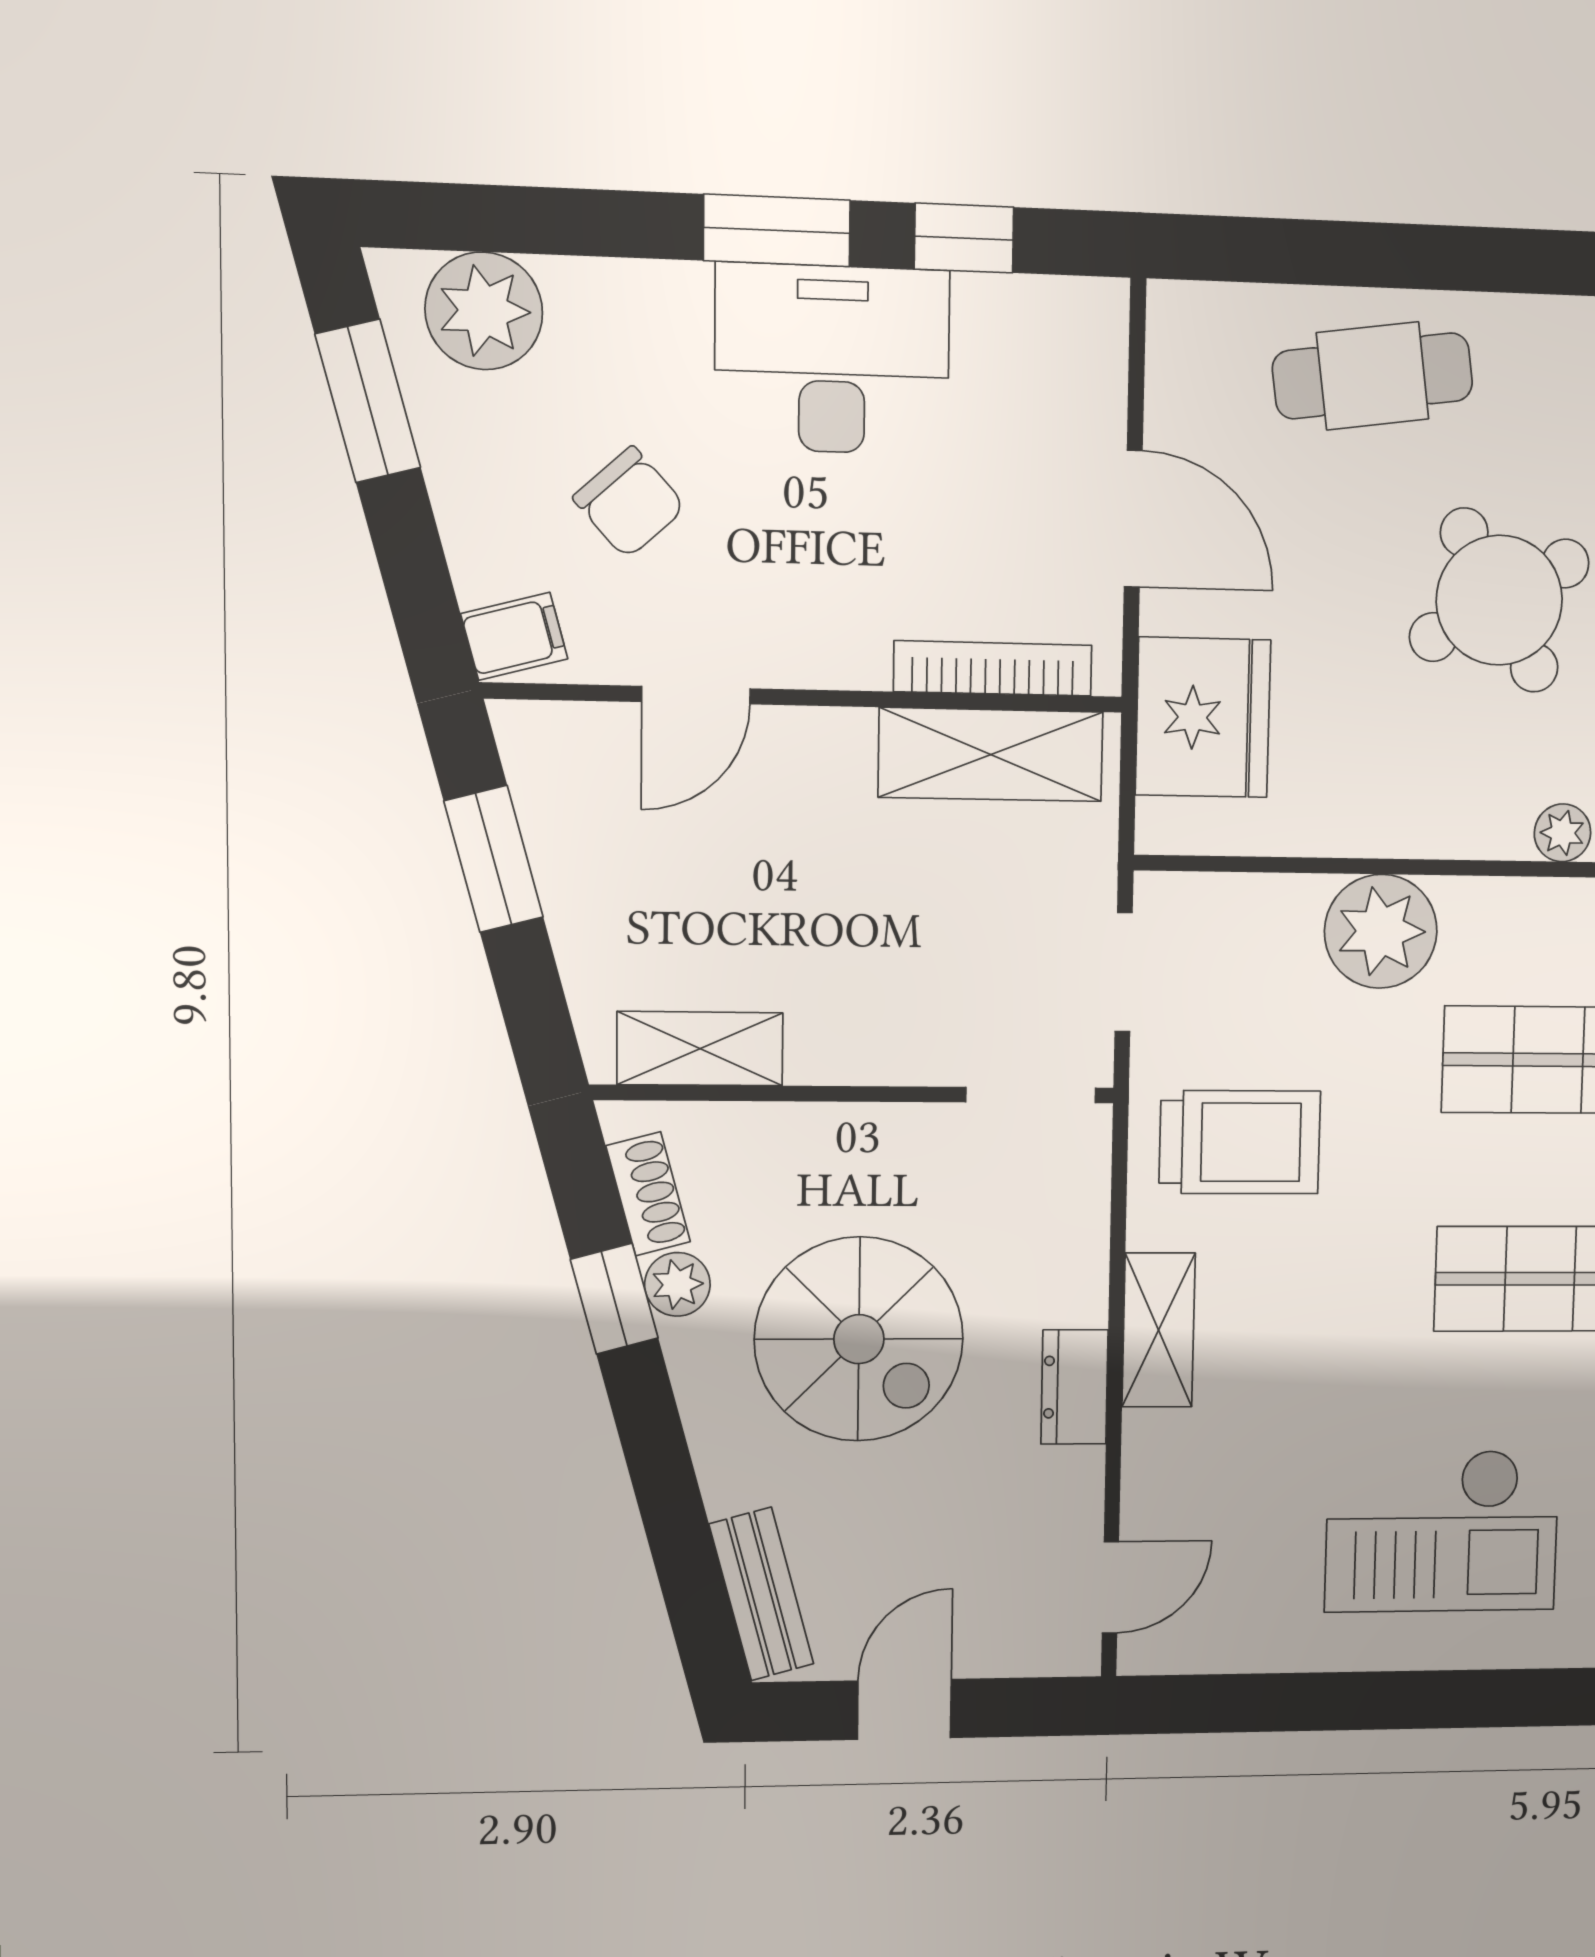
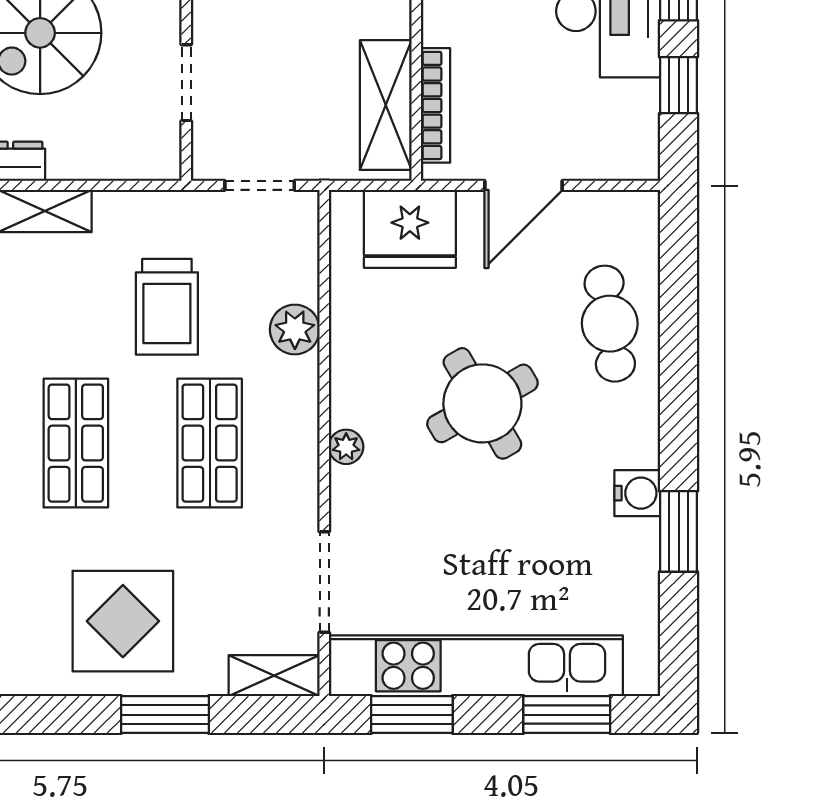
plant: (1381, 931) -> (295, 329), width x0.73, depth x0.73
doorway: (1031, 1095) -> (186, 83), moved
trolley: (1240, 1142) -> (167, 307), moved

